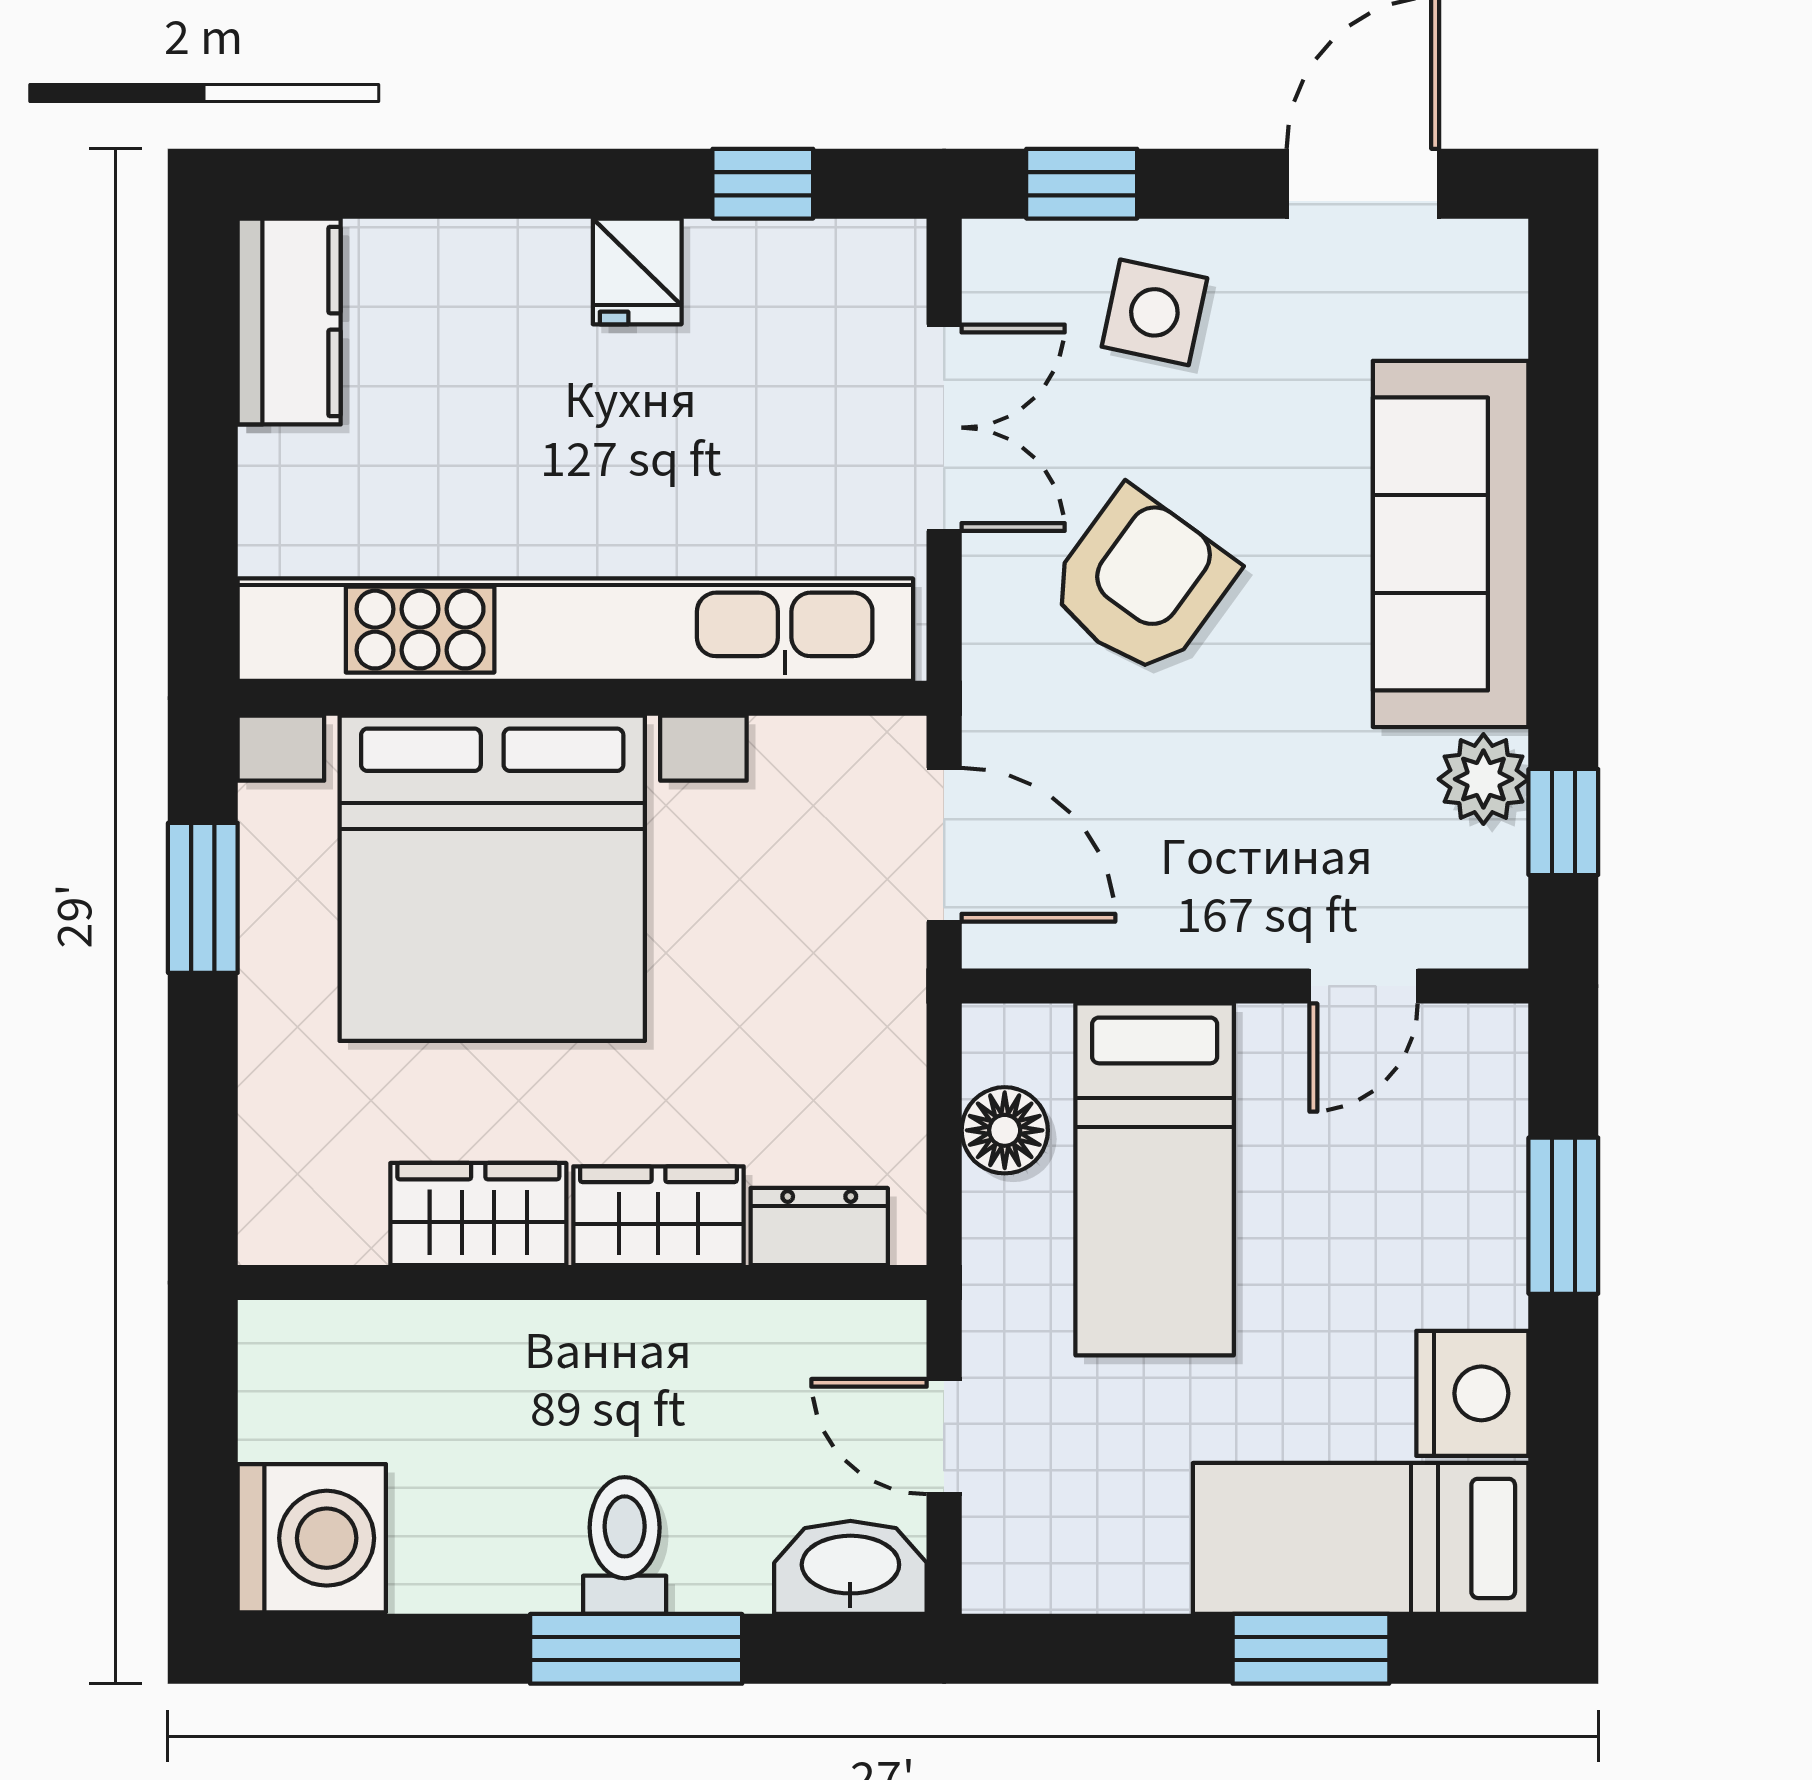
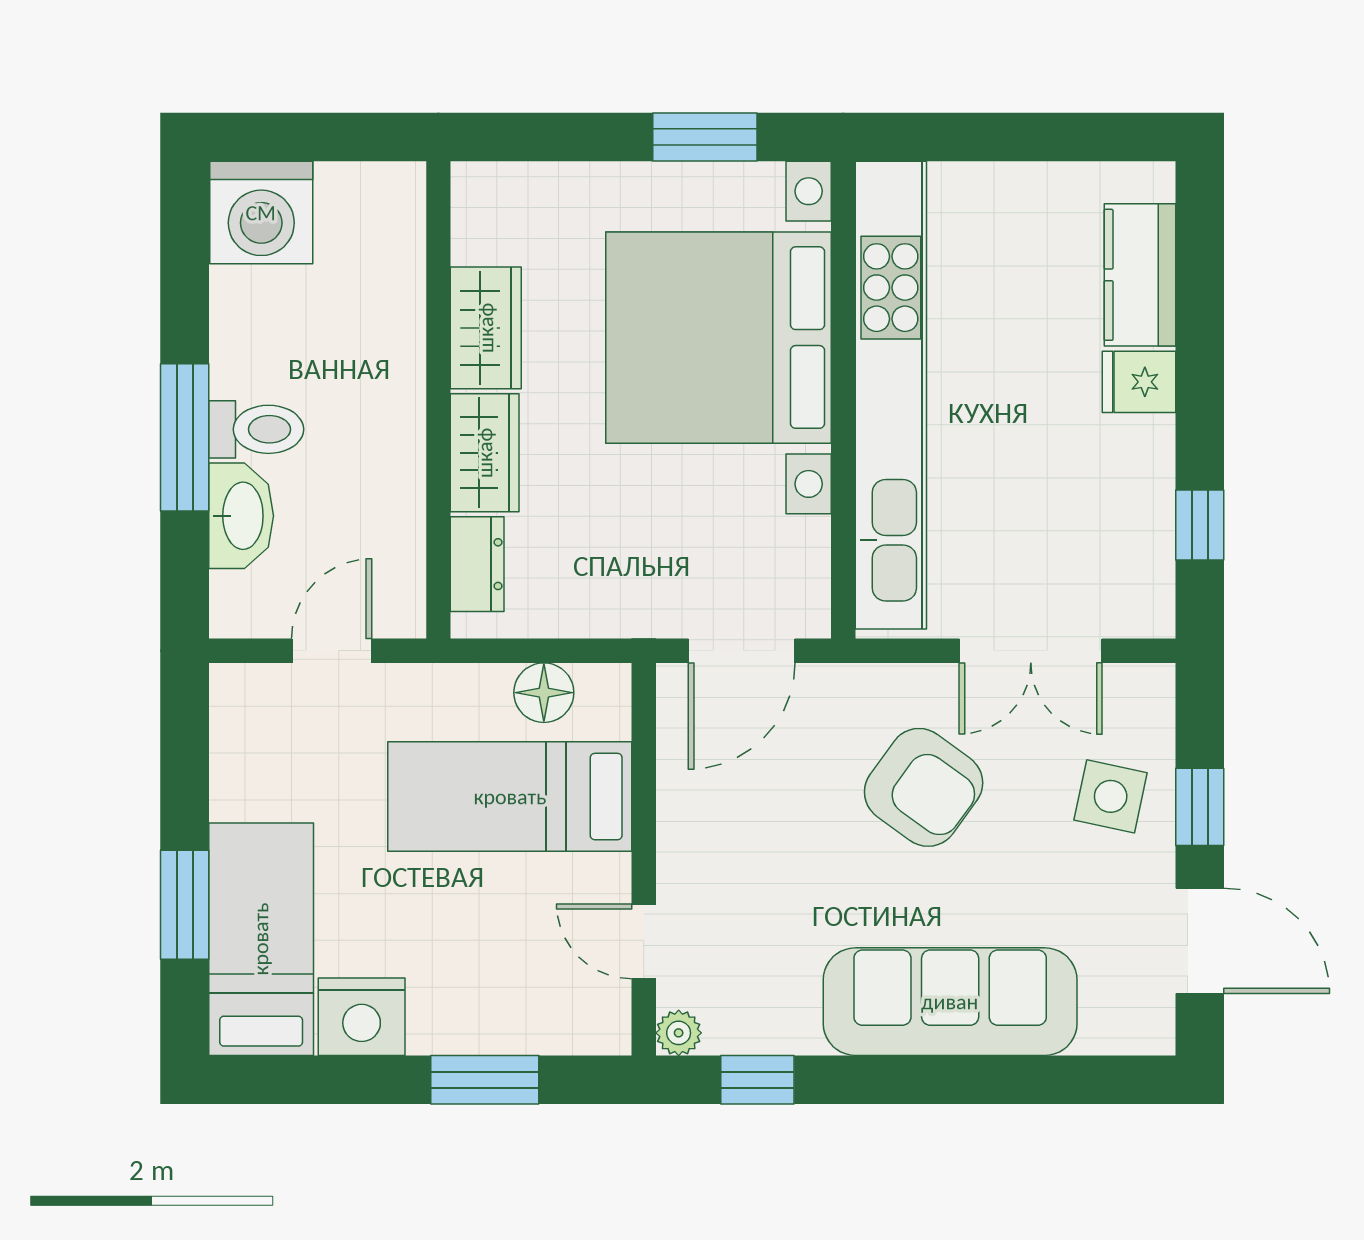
window: (1082, 184) -> (1200, 807), moved
fridge: (637, 271) -> (1139, 382), moved
kitchen counter: (289, 321) -> (1140, 275), moved, turned 90
plant: (1483, 779) -> (679, 1033), moved, width x0.73, depth x0.73
washbasin: (850, 1567) -> (241, 516), moved

